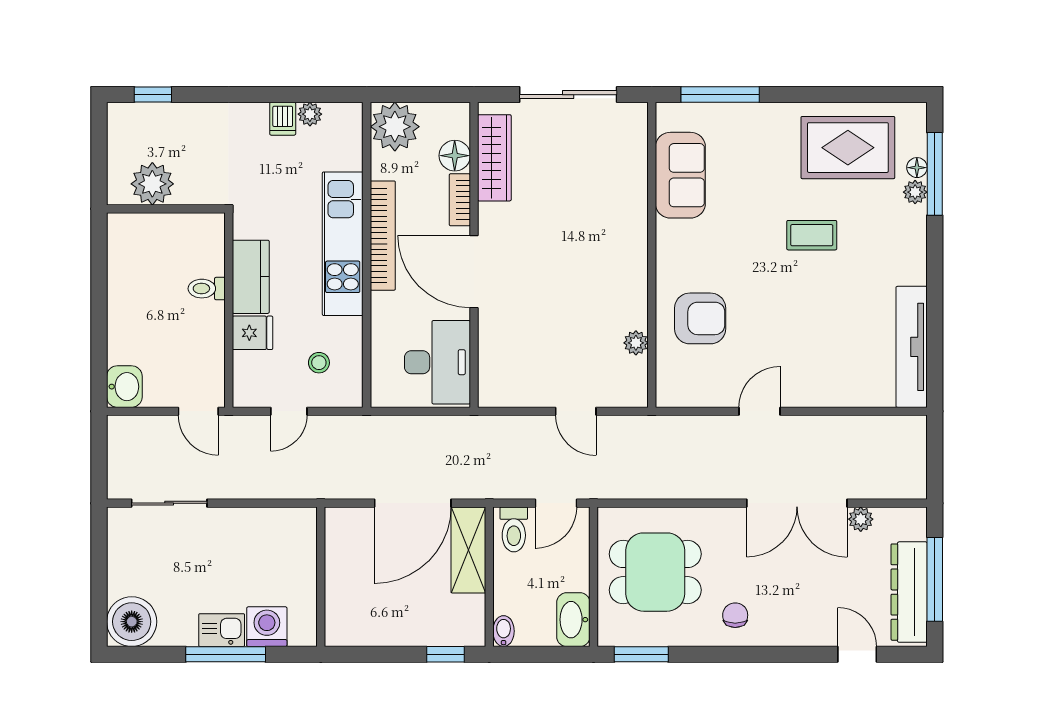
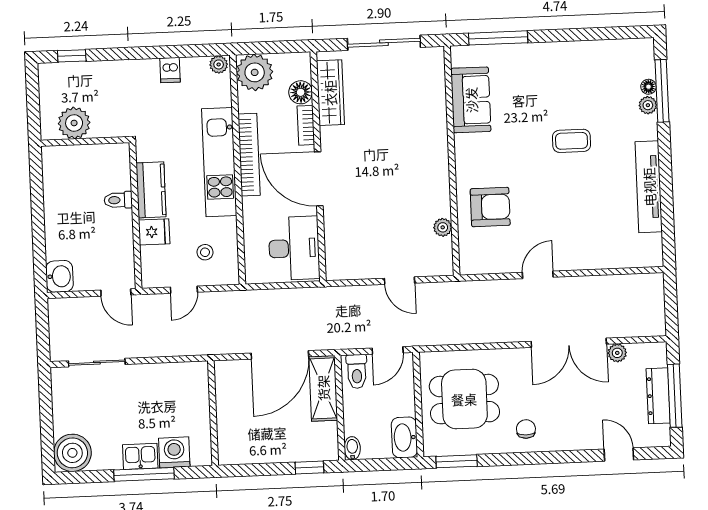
plant: (310, 114) -> (219, 64), moved
rug: (848, 148) -> (596, 74), removed
tv unit: (912, 347) -> (649, 187), moved
dresser: (909, 592) -> (658, 396), width x0.73, depth x0.80

